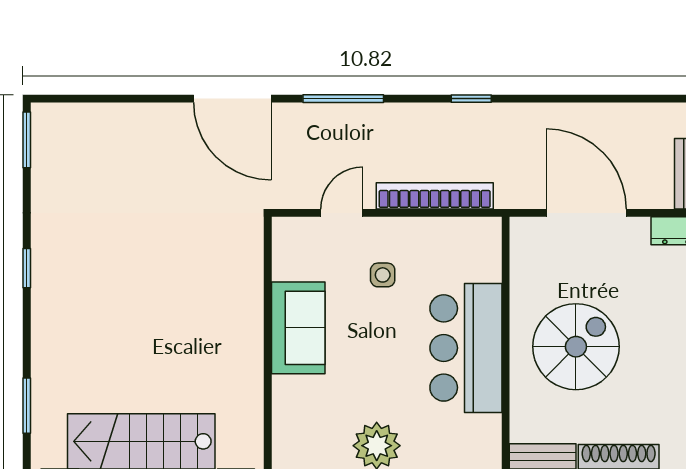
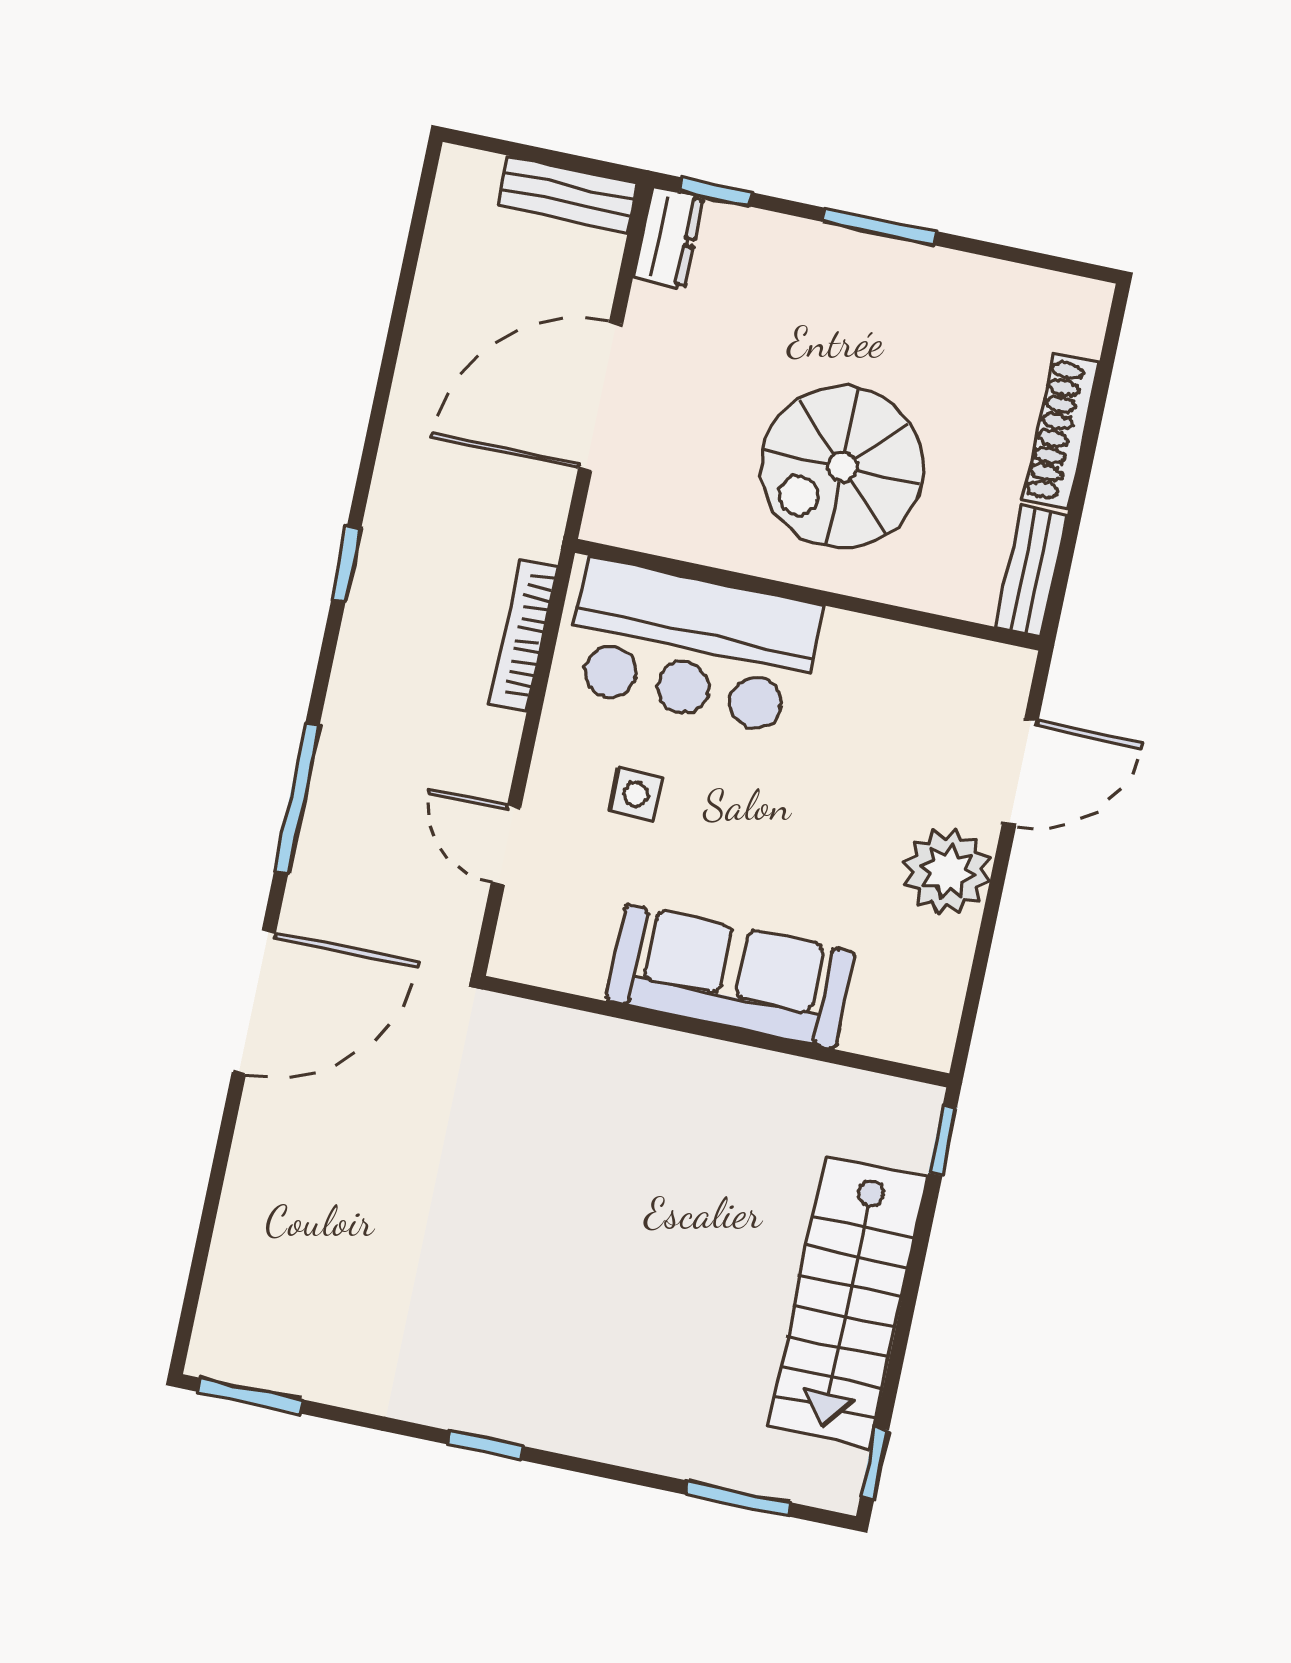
bookcase: (435, 196) -> (524, 635), width x0.68, depth x0.76
sofa: (298, 328) -> (731, 976), width x1.36
spiral stairs: (576, 347) -> (842, 467), turned -90
bar counter: (466, 348) -> (692, 646), moved

